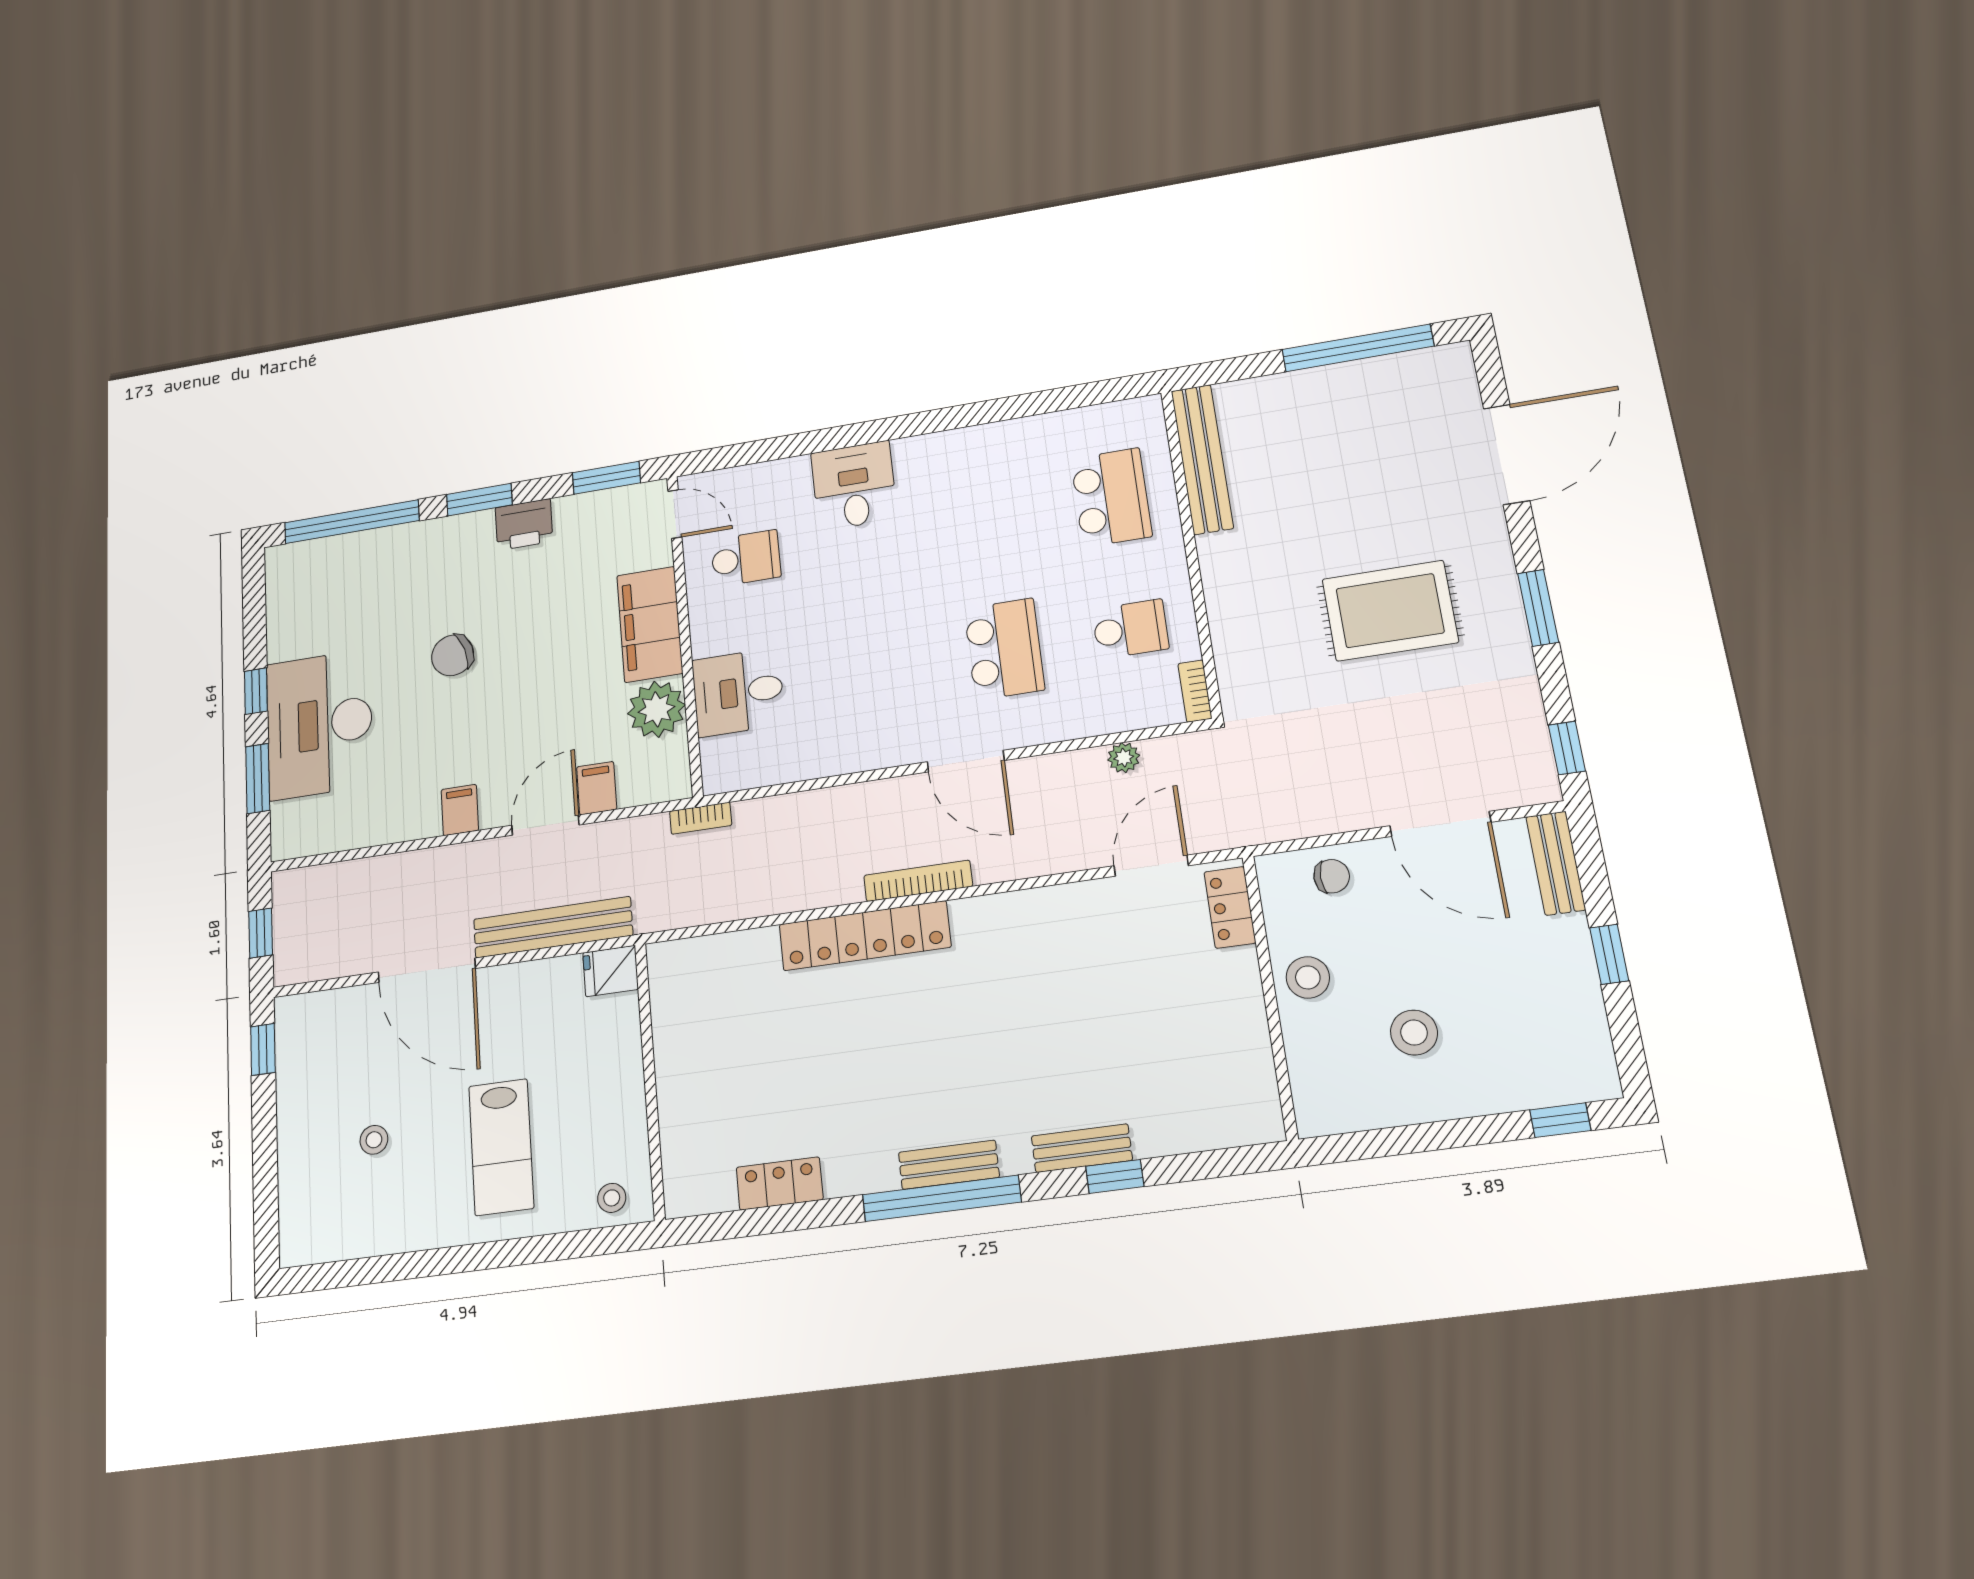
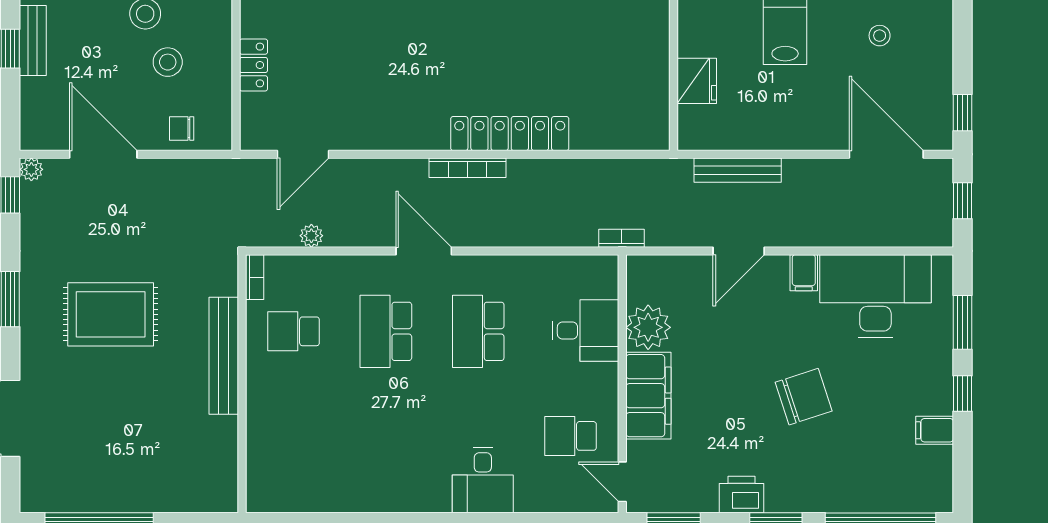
bench: (1202, 459) -> (224, 356), moved
school desk: (1111, 497) -> (478, 331), moved
chair: (453, 655) -> (804, 397), width x1.37, depth x1.37
desk: (319, 724) -> (875, 296), moved, turned -90
filing cabinet: (597, 788) -> (935, 430), moved, turned 90
plant: (1543, 788) -> (31, 169), added
bench: (1556, 863) -> (33, 41), moved
locker: (1230, 907) -> (253, 65), moved
bench: (553, 927) -> (738, 170), width x0.73, depth x0.82
door: (427, 970) -> (886, 154), moved
fridge: (611, 971) -> (697, 81), moved, width x1.38
stool: (1308, 977) -> (168, 62), moved

